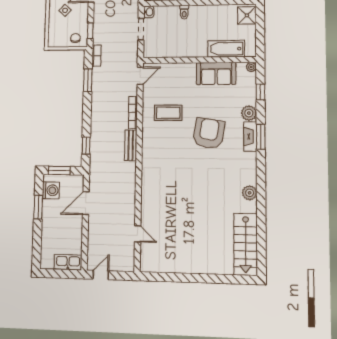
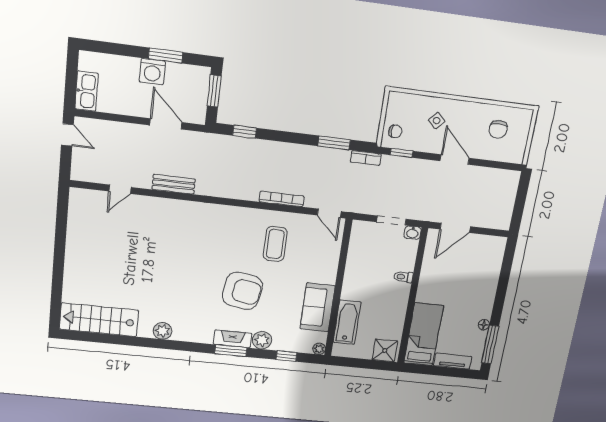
bench: (131, 145) -> (174, 184), moved
washing machine: (51, 190) -> (152, 72), moved

